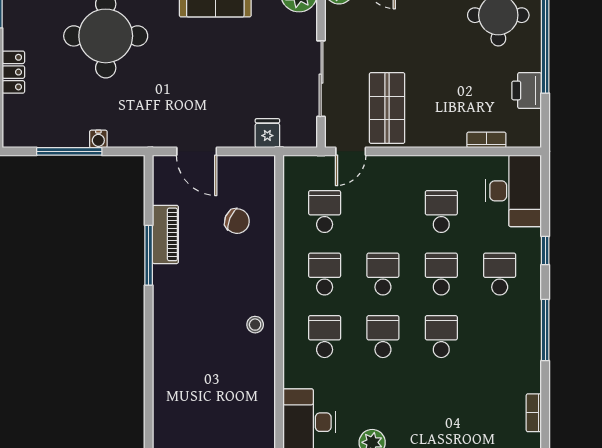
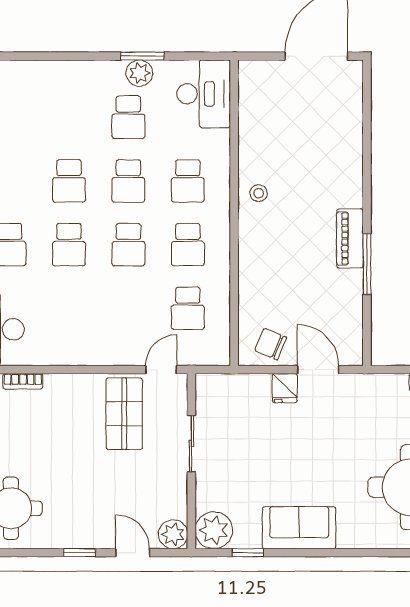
sliding door: (321, 79) -> (191, 444), width x0.73
fridge: (267, 133) -> (285, 388), moved
school desk: (441, 212) -> (128, 117), moved
chair: (237, 221) -> (271, 344), moved
piano: (165, 234) -> (350, 238), moved

